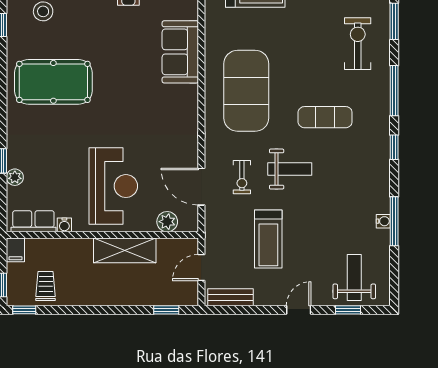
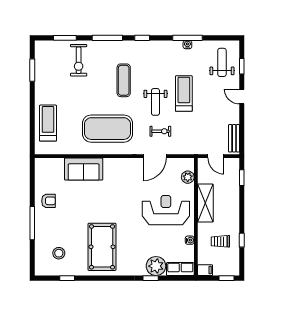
exercise bike: (358, 44) -> (79, 60), turned -90
weight bench: (290, 169) -> (155, 102), turned 180
plant: (15, 177) -> (156, 266), width x1.87, depth x1.87
door: (201, 187) -> (155, 156), moved
row of seats: (33, 221) -> (180, 269), moved, turned 90
treadmill: (268, 239) -> (184, 94), moved, turned -90
weight bench: (354, 277) -> (222, 62), turned 90
trolley: (46, 286) -> (220, 241), moved
window: (24, 310) -> (242, 240), moved

